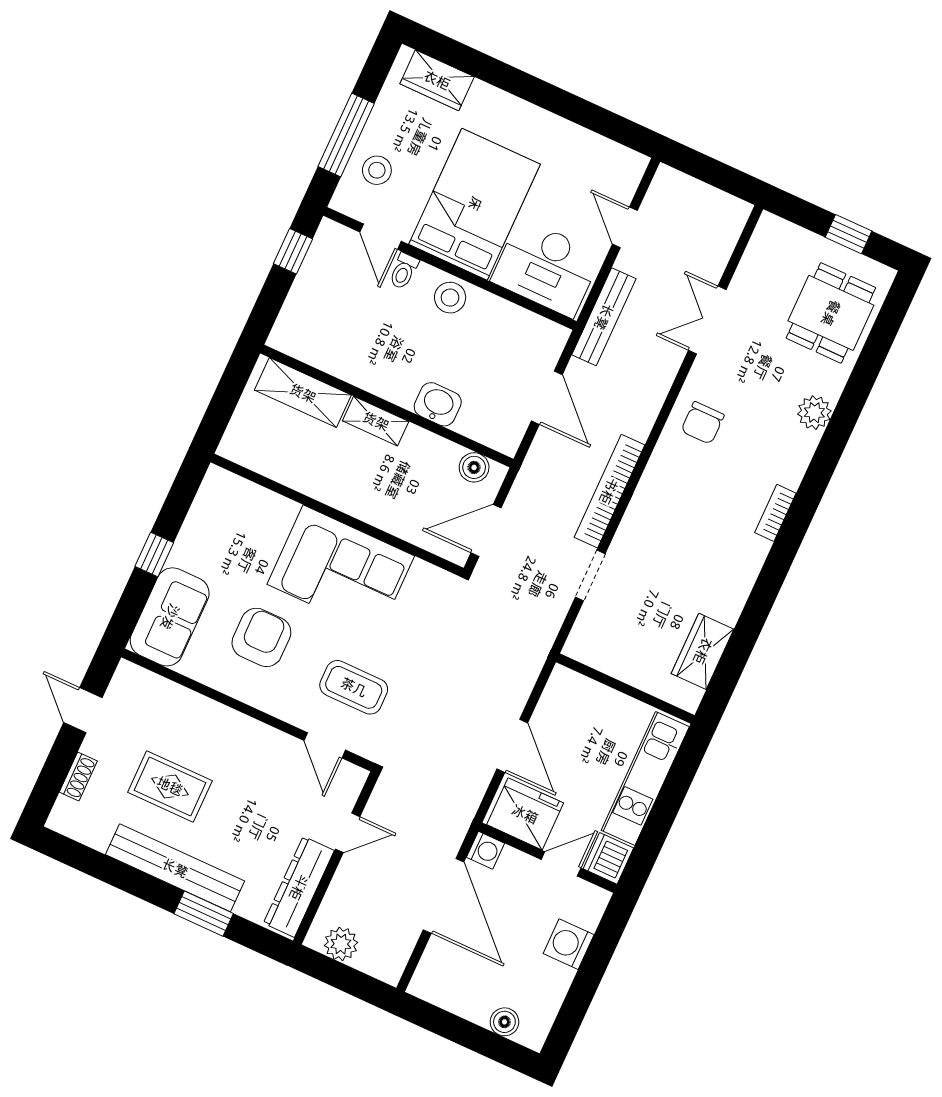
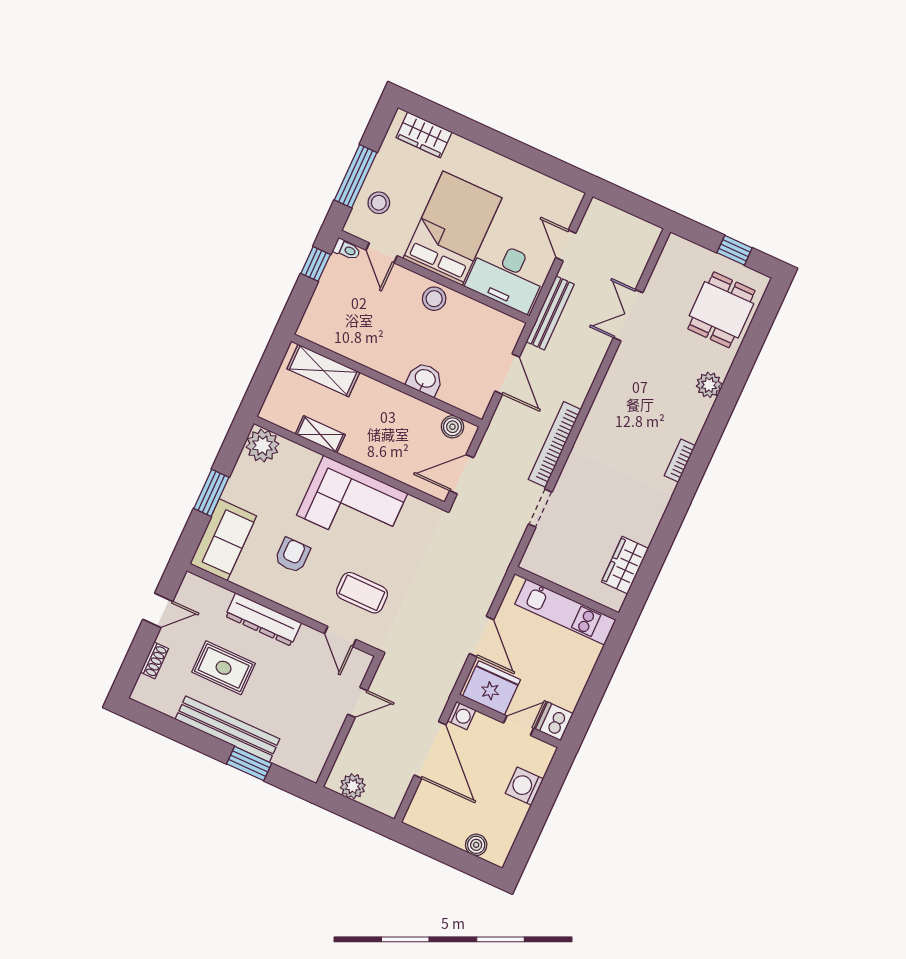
toilet: (404, 271) -> (347, 249), moved, turned -90
shelving: (376, 421) -> (320, 434), moved
chair: (703, 423) -> (625, 393), removed
plant: (222, 492) -> (262, 446), added
window: (154, 554) -> (211, 493), width x1.50
armchair: (261, 637) -> (292, 555), width x0.72, depth x0.72
door: (83, 710) -> (158, 610), swing flipped
kitchen unit: (645, 778) -> (565, 612), moved, turned -90
dresser: (299, 887) -> (263, 620), moved, turned -90

